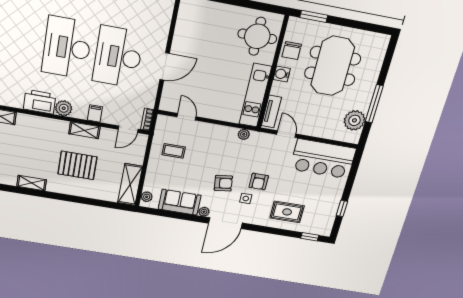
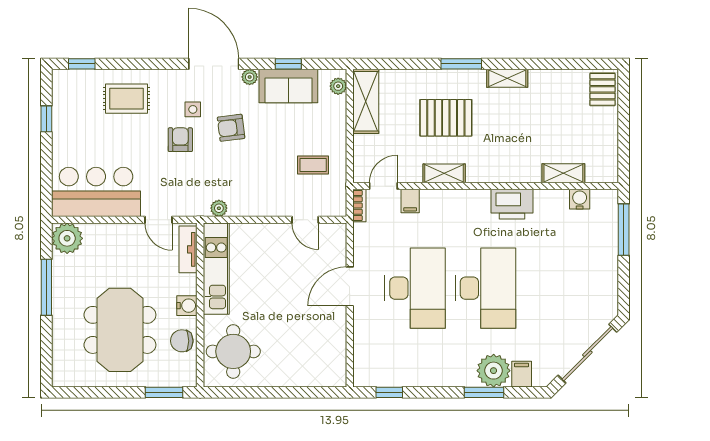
chair: (292, 51) -> (182, 341), turned -90
plant: (64, 108) -> (478, 201), removed
filing cabinet: (95, 113) -> (410, 201), moved
plant: (354, 120) -> (67, 238), moved
window: (62, 197) -> (461, 64), added
window: (177, 215) -> (288, 64), added
door: (225, 223) -> (214, 64), hinge flipped

